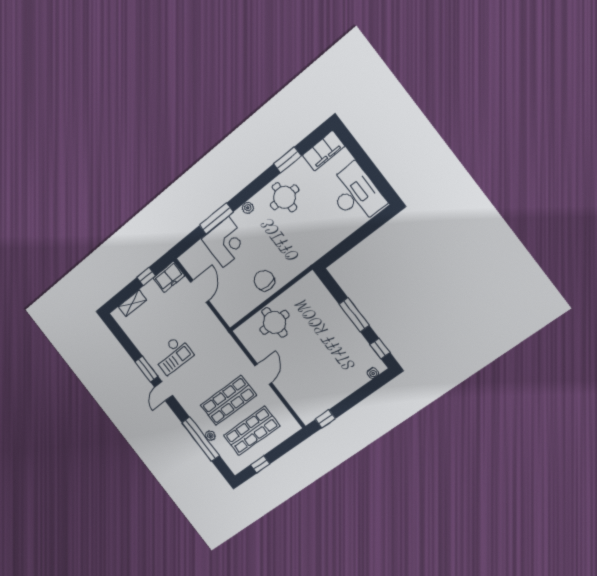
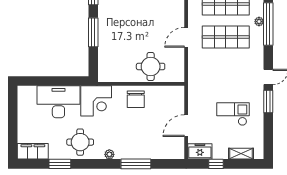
desk: (356, 194) -> (58, 102), moved, turned 90
corner desk: (226, 242) -> (96, 101), moved, turned 180
checkout: (173, 355) -> (233, 114), moved

